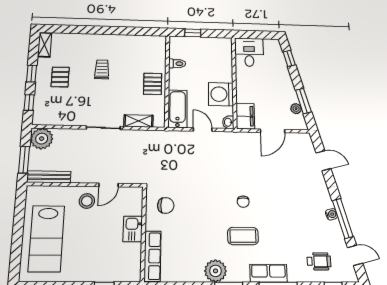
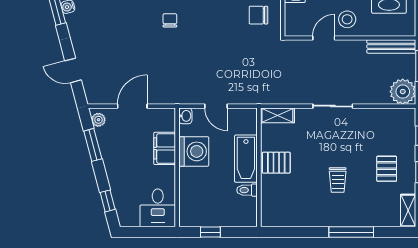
window: (93, 30) -> (351, 232), added
window: (193, 33) -> (210, 232), moved
pallet: (153, 84) -> (276, 163), turned 90
bathtub: (178, 109) -> (246, 159), moved
plant: (296, 109) -> (98, 120), moved
filing cabinet: (245, 116) -> (165, 148), moved
shelving: (138, 121) -> (277, 115), moved

